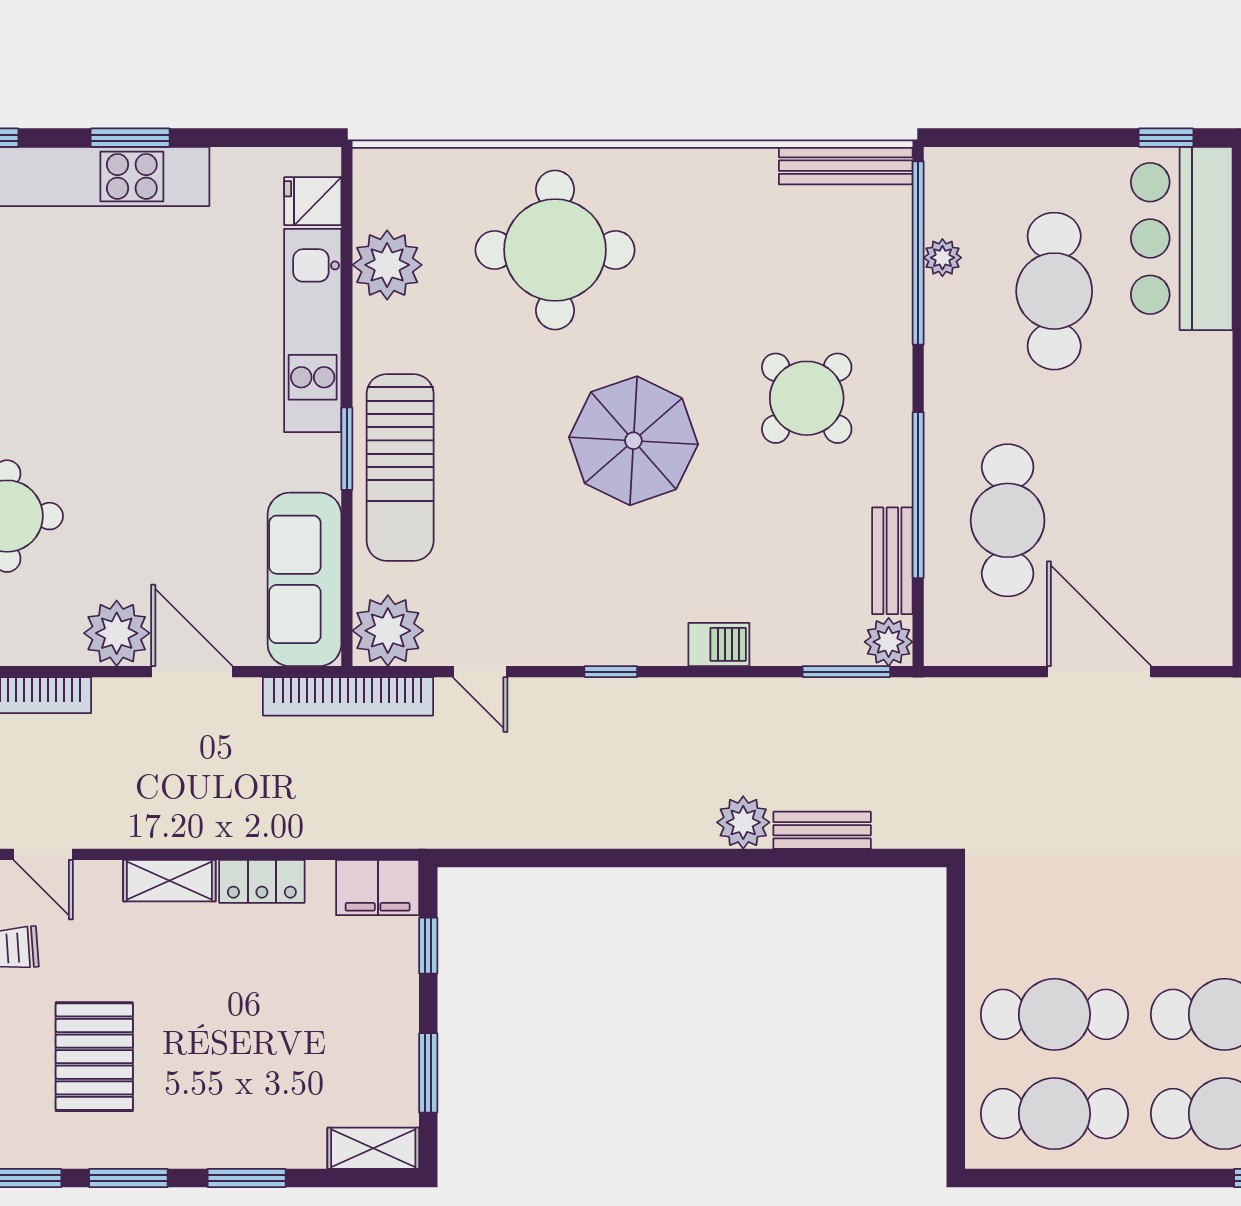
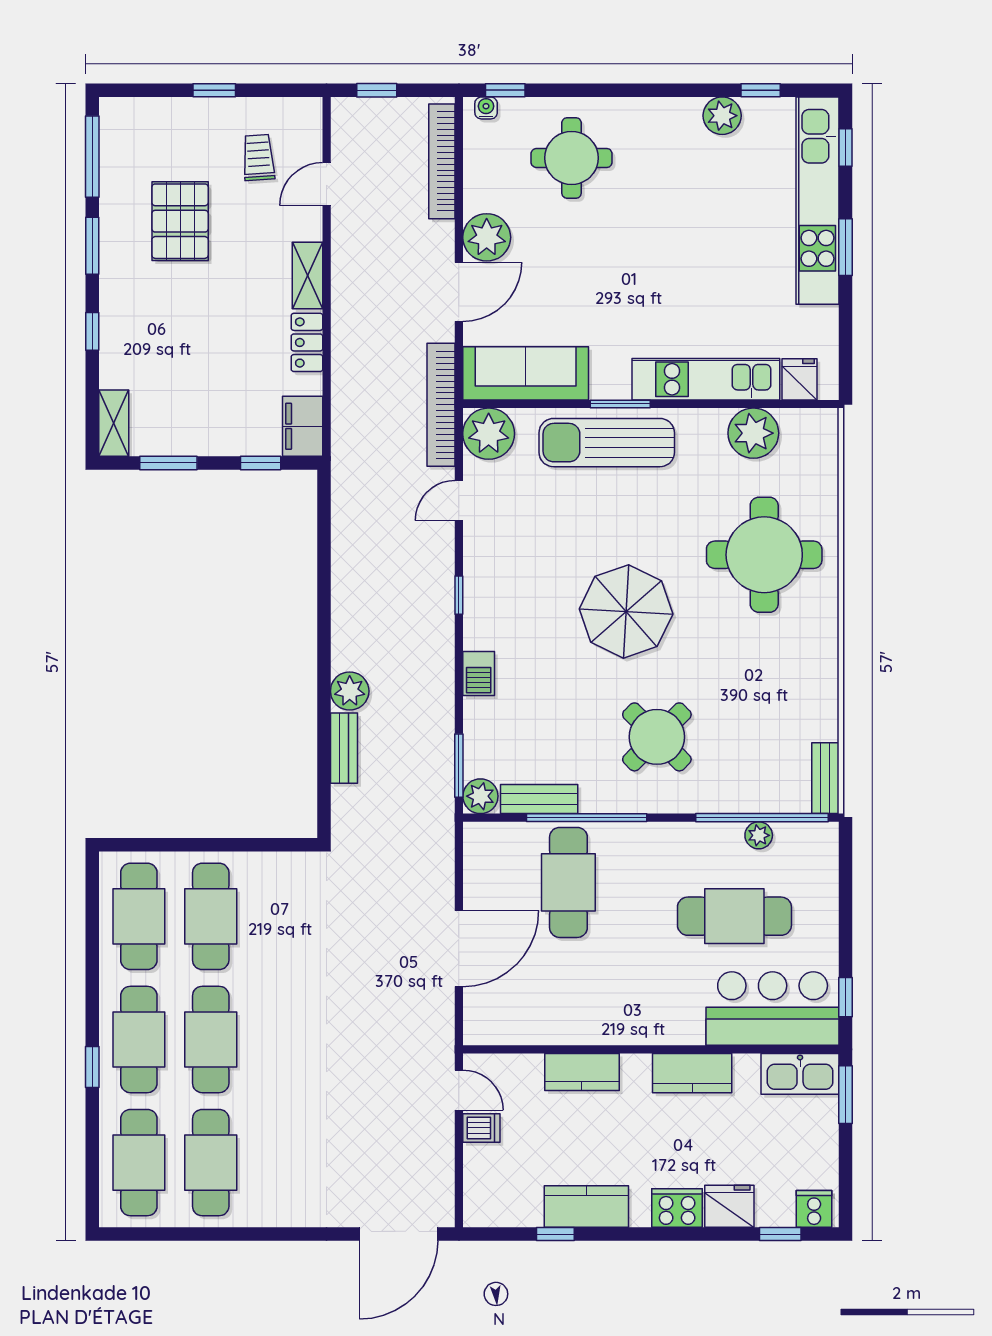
bench: (846, 166) -> (825, 778), width x0.73
cafe table: (1008, 520) -> (568, 882), turned 90
pallet: (94, 1057) -> (180, 221), turned 90
window: (247, 1178) -> (92, 331), width x0.67

